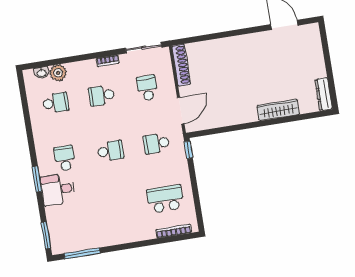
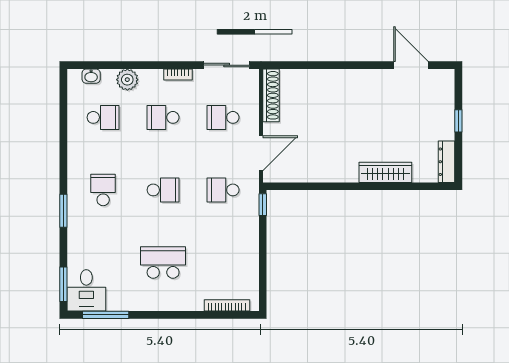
window: (328, 61) -> (458, 121), added
plant: (58, 73) -> (127, 80), moved
school desk: (147, 88) -> (223, 117), turned -90
desk: (58, 189) -> (86, 290), moved, turned -90
school desk: (165, 199) -> (163, 263), moved

